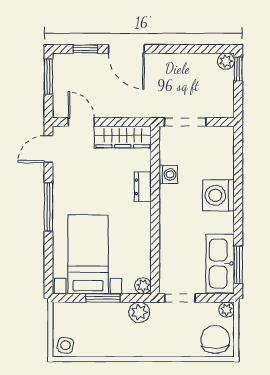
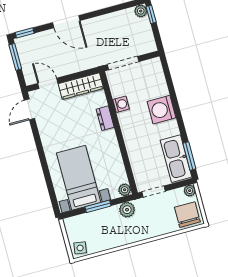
window: (85, 49) -> (25, 33), moved
window: (48, 207) -> (41, 151), removed

